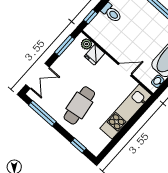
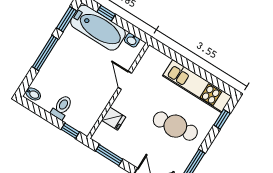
plant: (87, 44) -> (103, 130), removed
kitchen unit: (126, 112) -> (197, 86), moved

